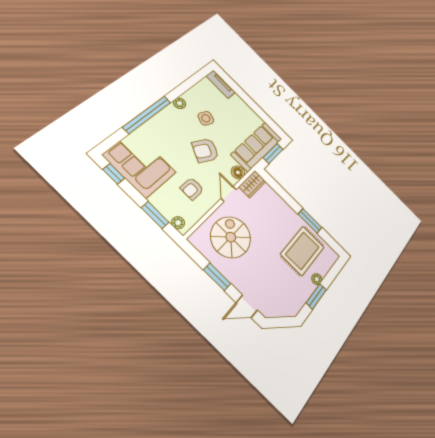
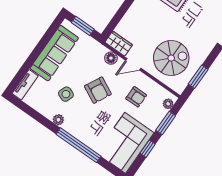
sofa: (257, 147) -> (54, 53), moved, turned -90
window: (114, 174) -> (148, 149), moved
spiral stairs: (231, 237) -> (171, 58), turned 180
window: (217, 277) -> (198, 77), moved

